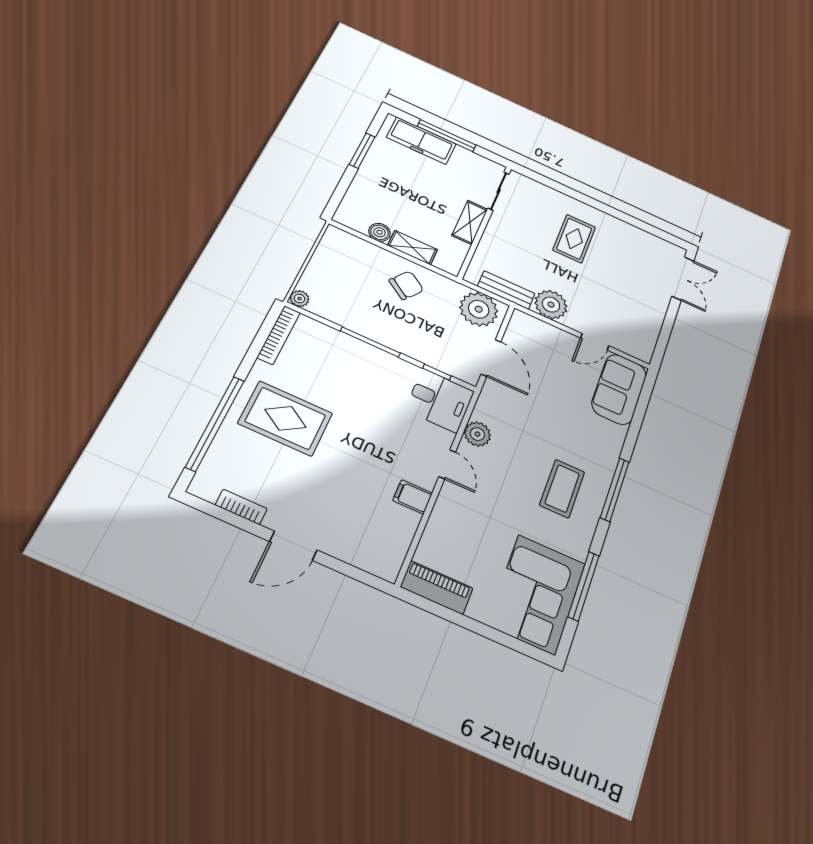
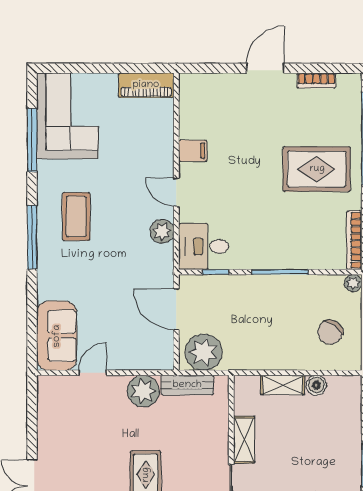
chair: (406, 285) -> (330, 332), moved

